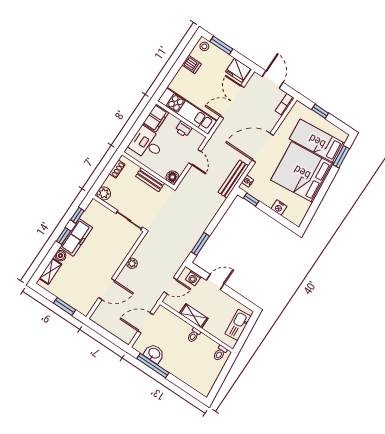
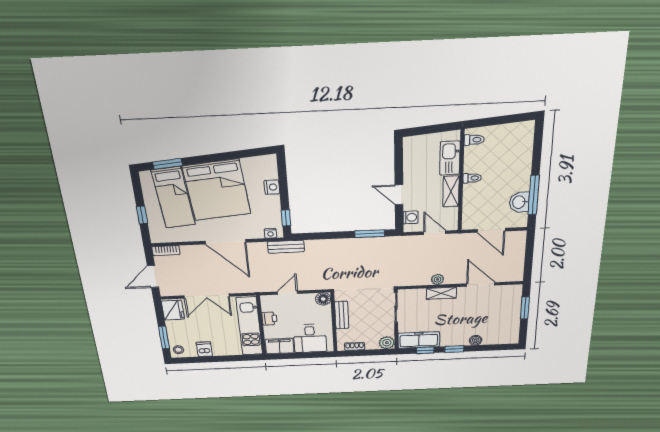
bench: (233, 179) -> (286, 247), width x0.73
freezer: (76, 237) -> (419, 340), moved
shelving: (50, 271) -> (441, 293), moved
kitchen sink: (238, 325) -> (450, 158), moved, turned 95

